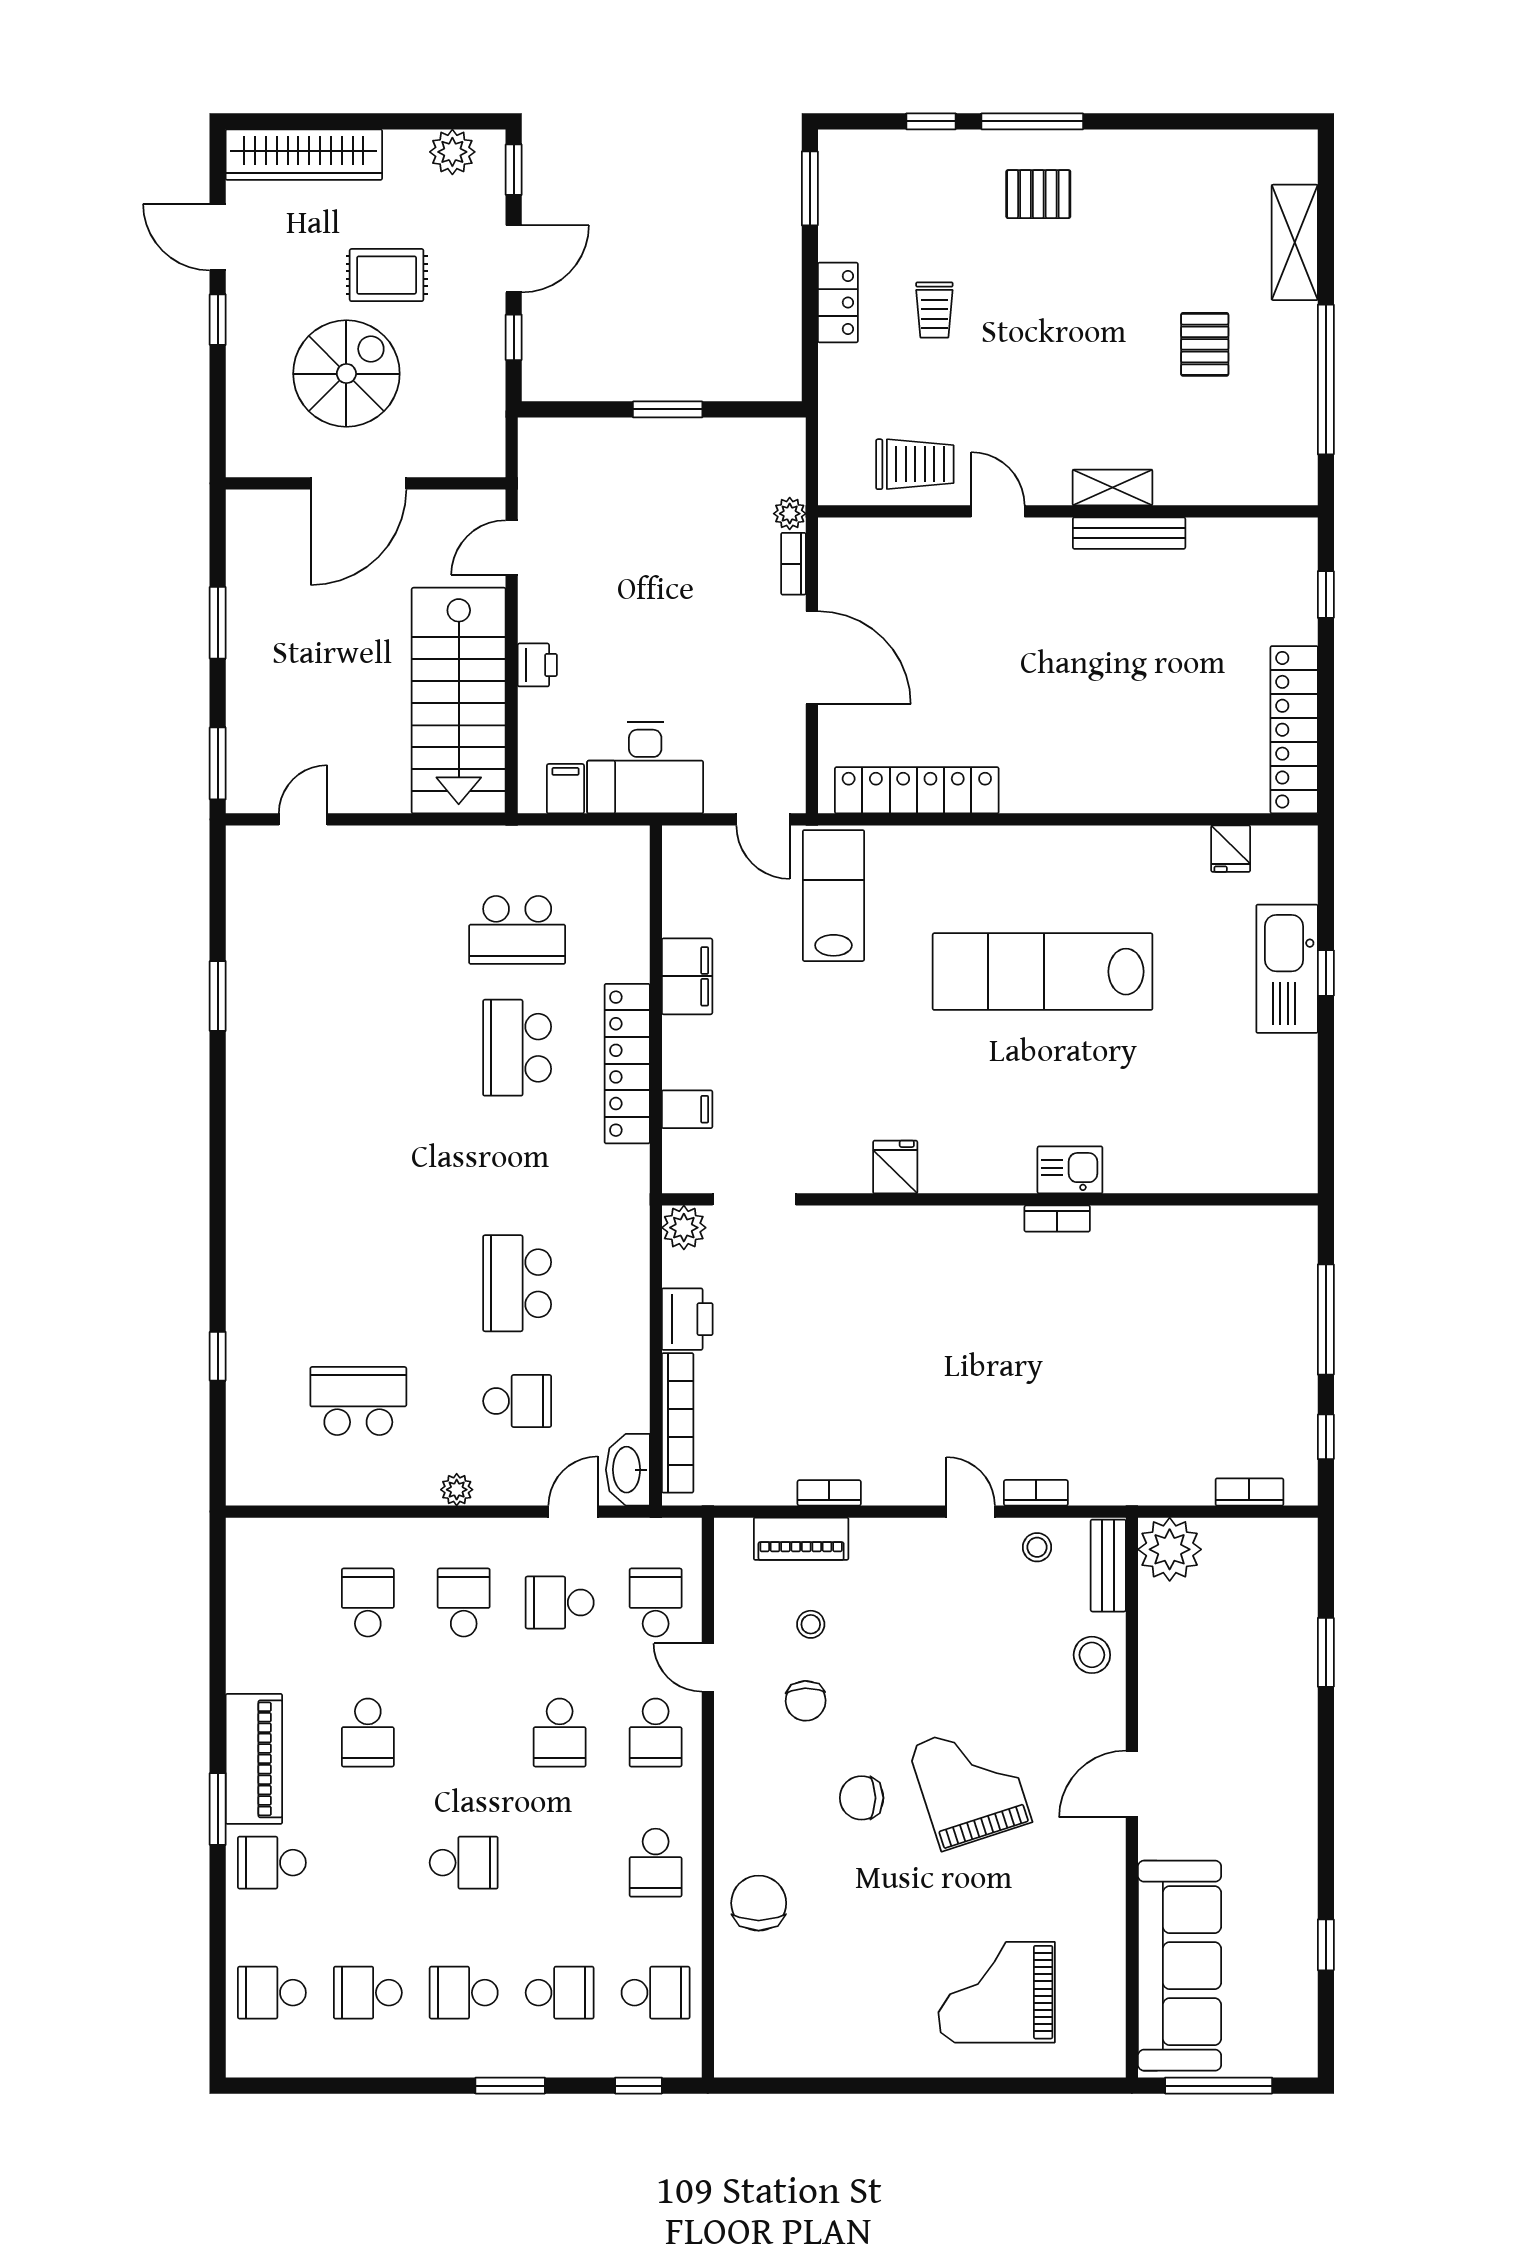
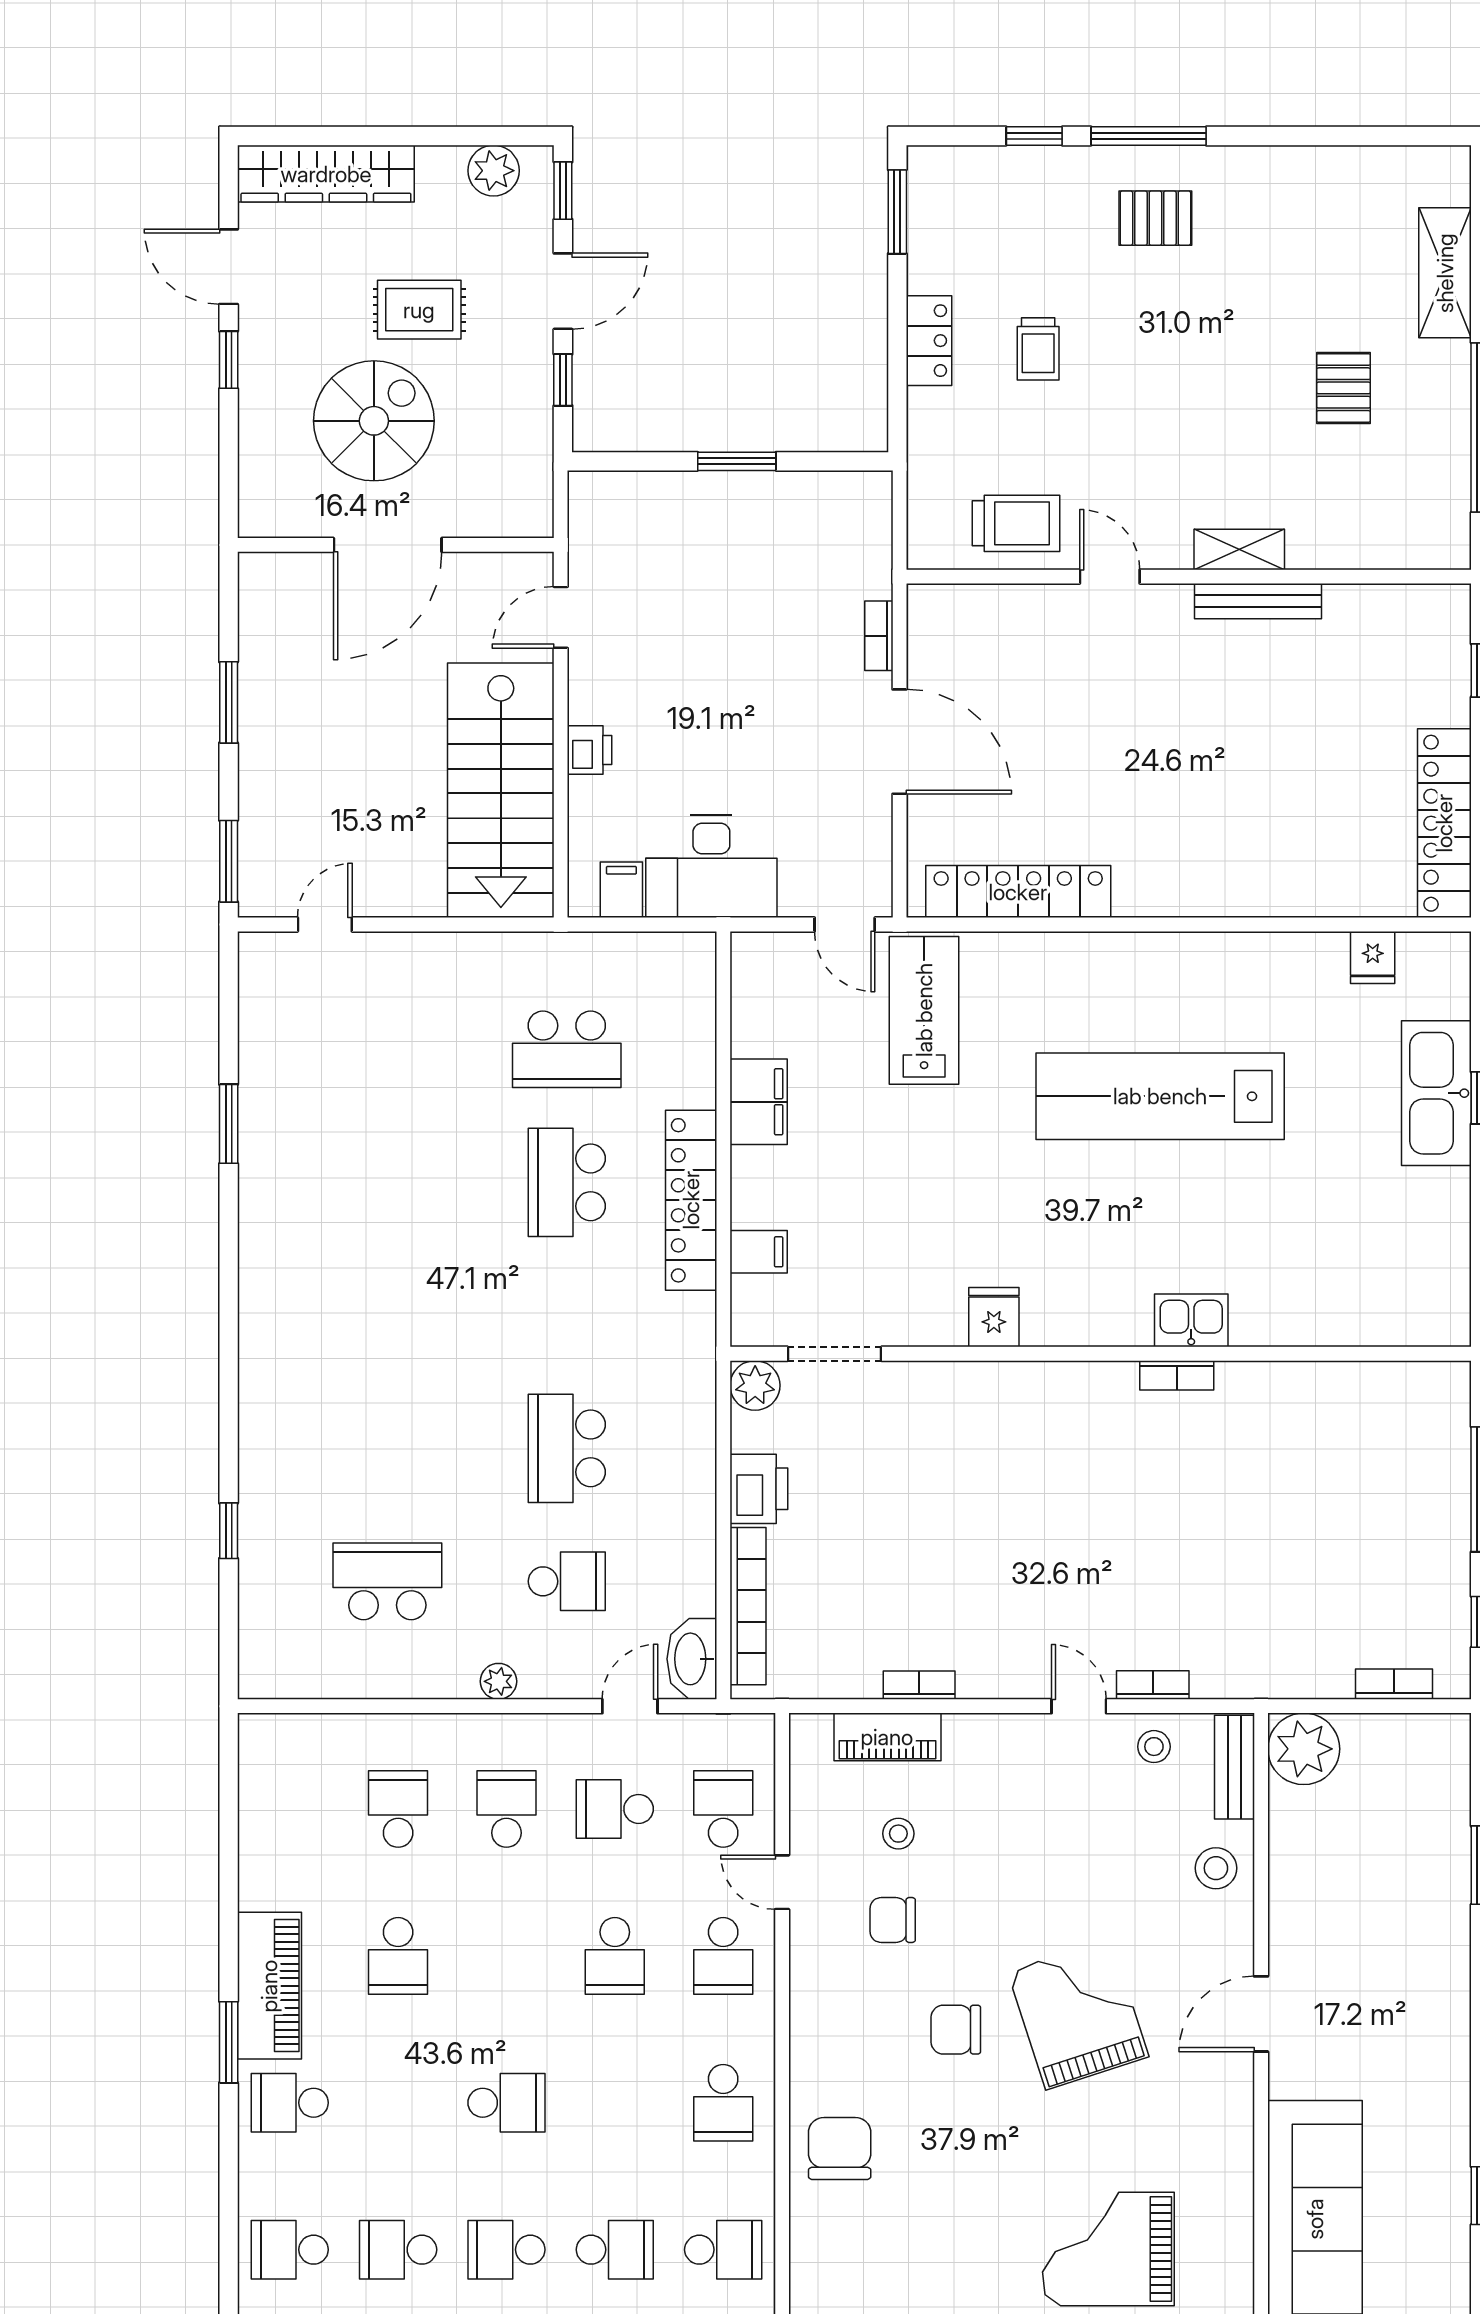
plant: (790, 514) -> (875, 579), removed
chair: (806, 1701) -> (893, 1920), turned 92

